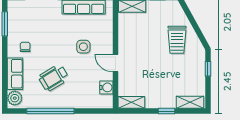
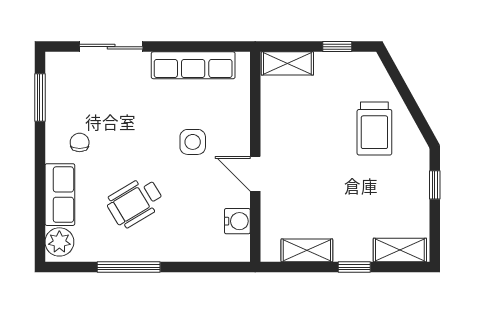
shelving: (131, 102) -> (307, 250), moved
window: (50, 111) -> (129, 267), width x0.68

